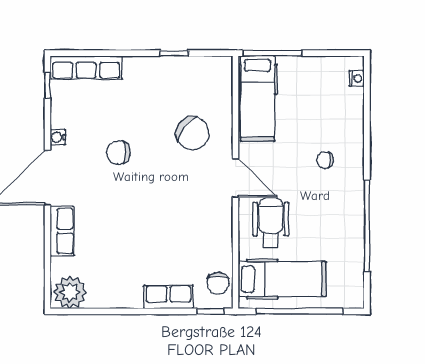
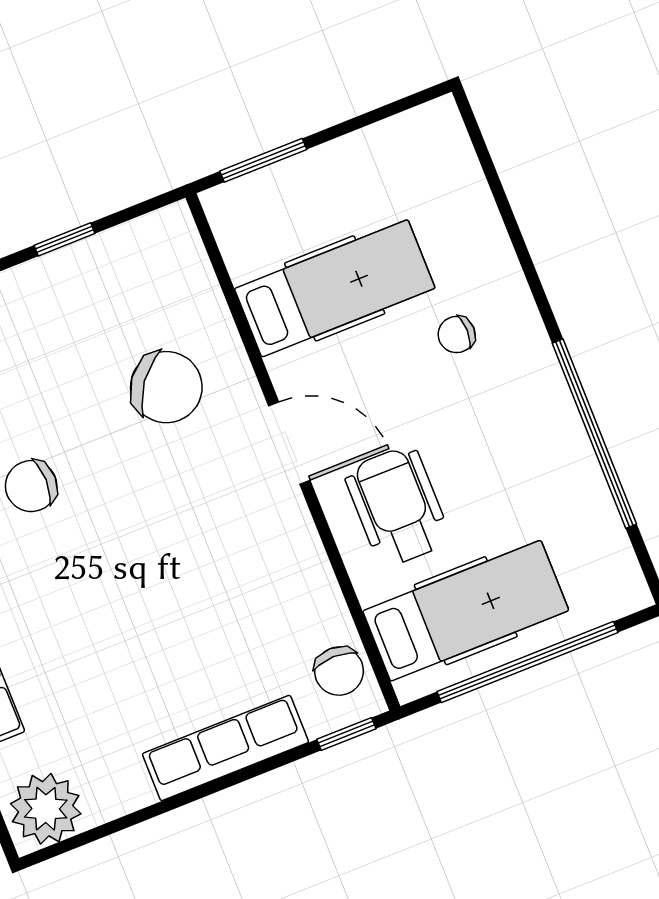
window: (272, 53) -> (263, 160), width x0.69
nightstand: (357, 78) -> (455, 144), removed
hospital bed: (258, 99) -> (335, 288), moved, turned -90
row of seats: (168, 297) -> (225, 748), width x1.48

